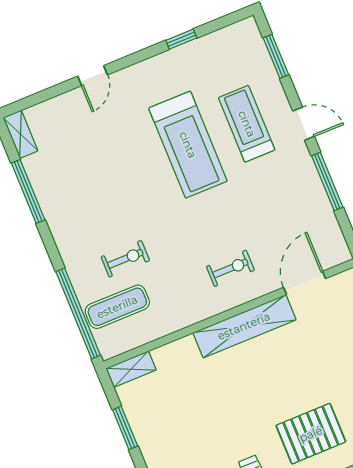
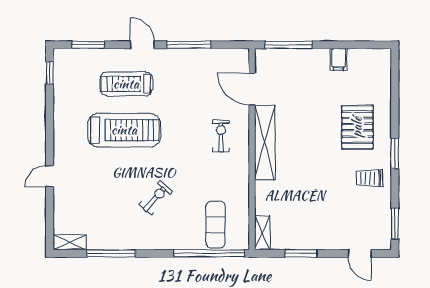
window: (181, 39) -> (50, 73), moved
door: (93, 76) -> (50, 176), swing flipped
door: (304, 124) -> (142, 45), hinge flipped
exercise bike: (125, 259) -> (156, 198), moved, turned 42

